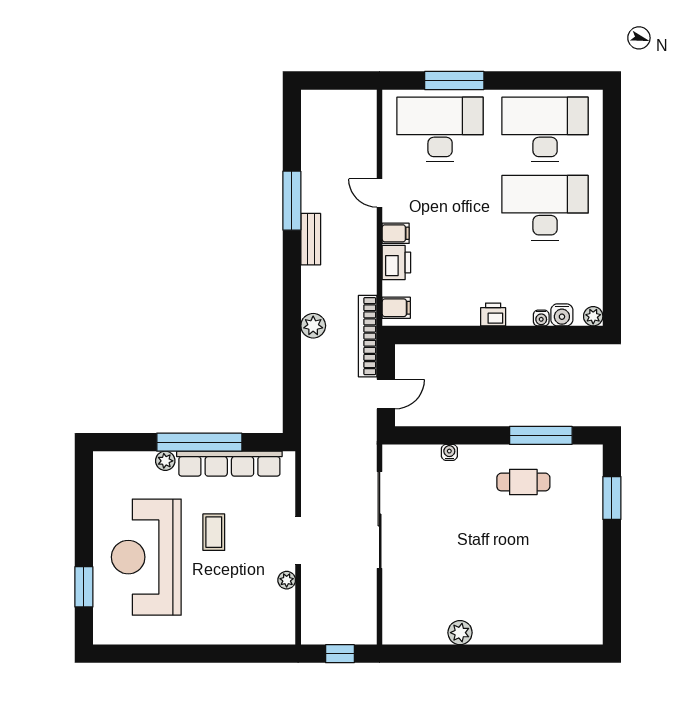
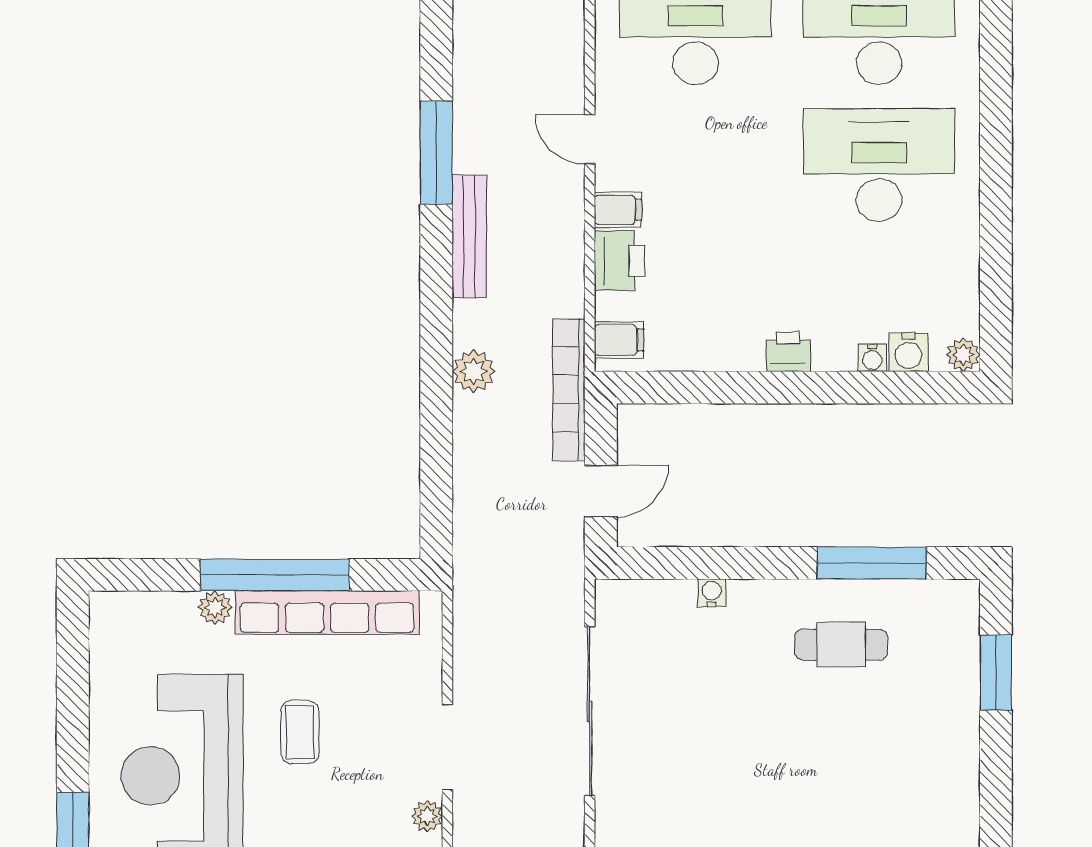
bench: (311, 239) -> (469, 236), width x1.36

